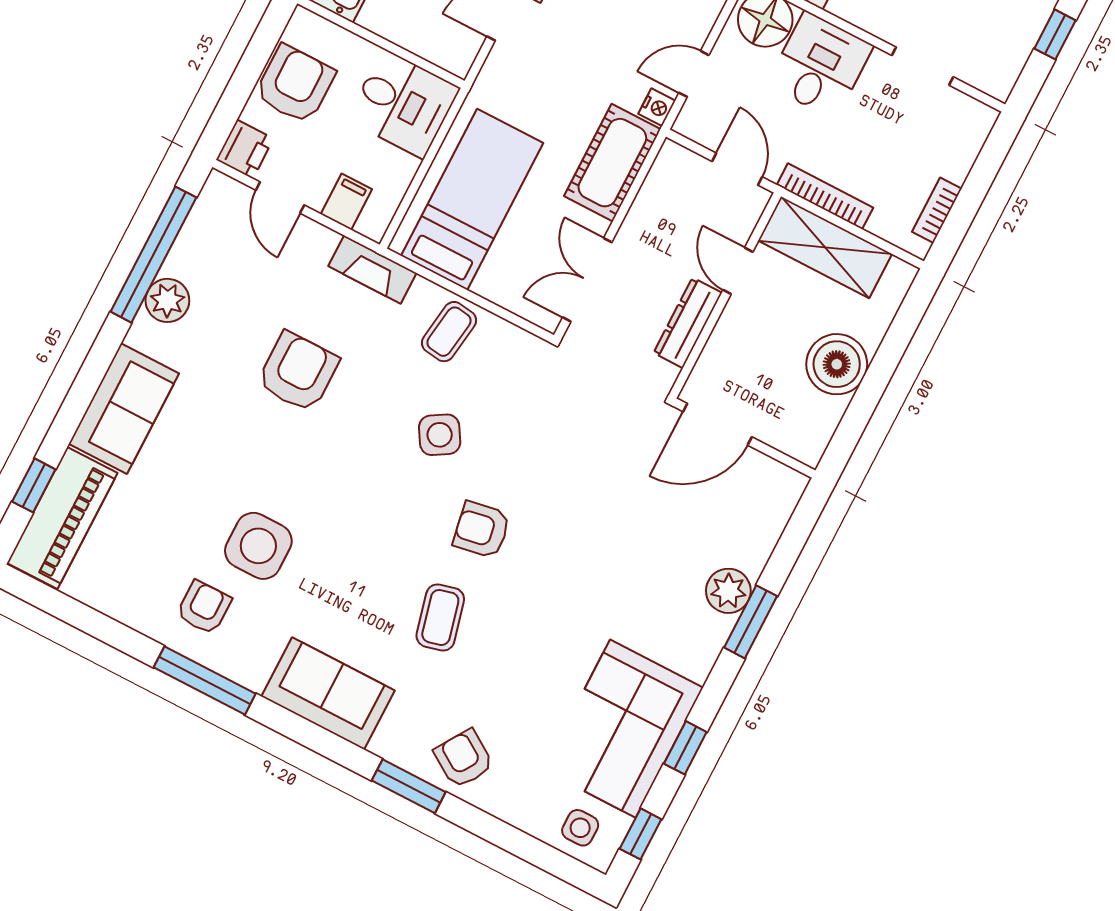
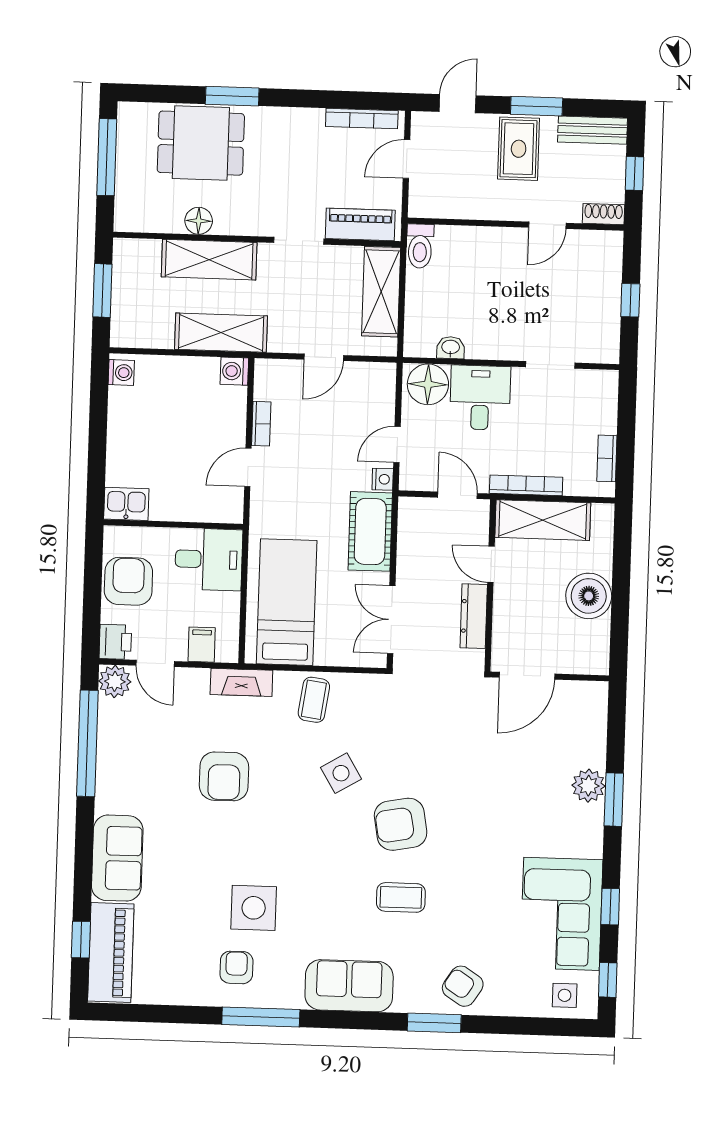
plant: (167, 300) -> (115, 681), moved
armchair: (298, 372) -> (224, 776), turned 180
armchair: (482, 530) -> (401, 824), width x1.38, depth x1.38
coffee table: (440, 617) -> (401, 897), turned -76

